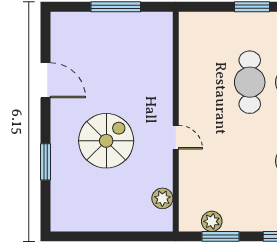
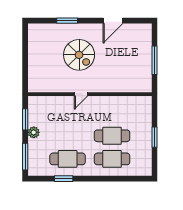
plant: (162, 198) -> (47, 87), removed
plant: (212, 221) -> (34, 132), moved

